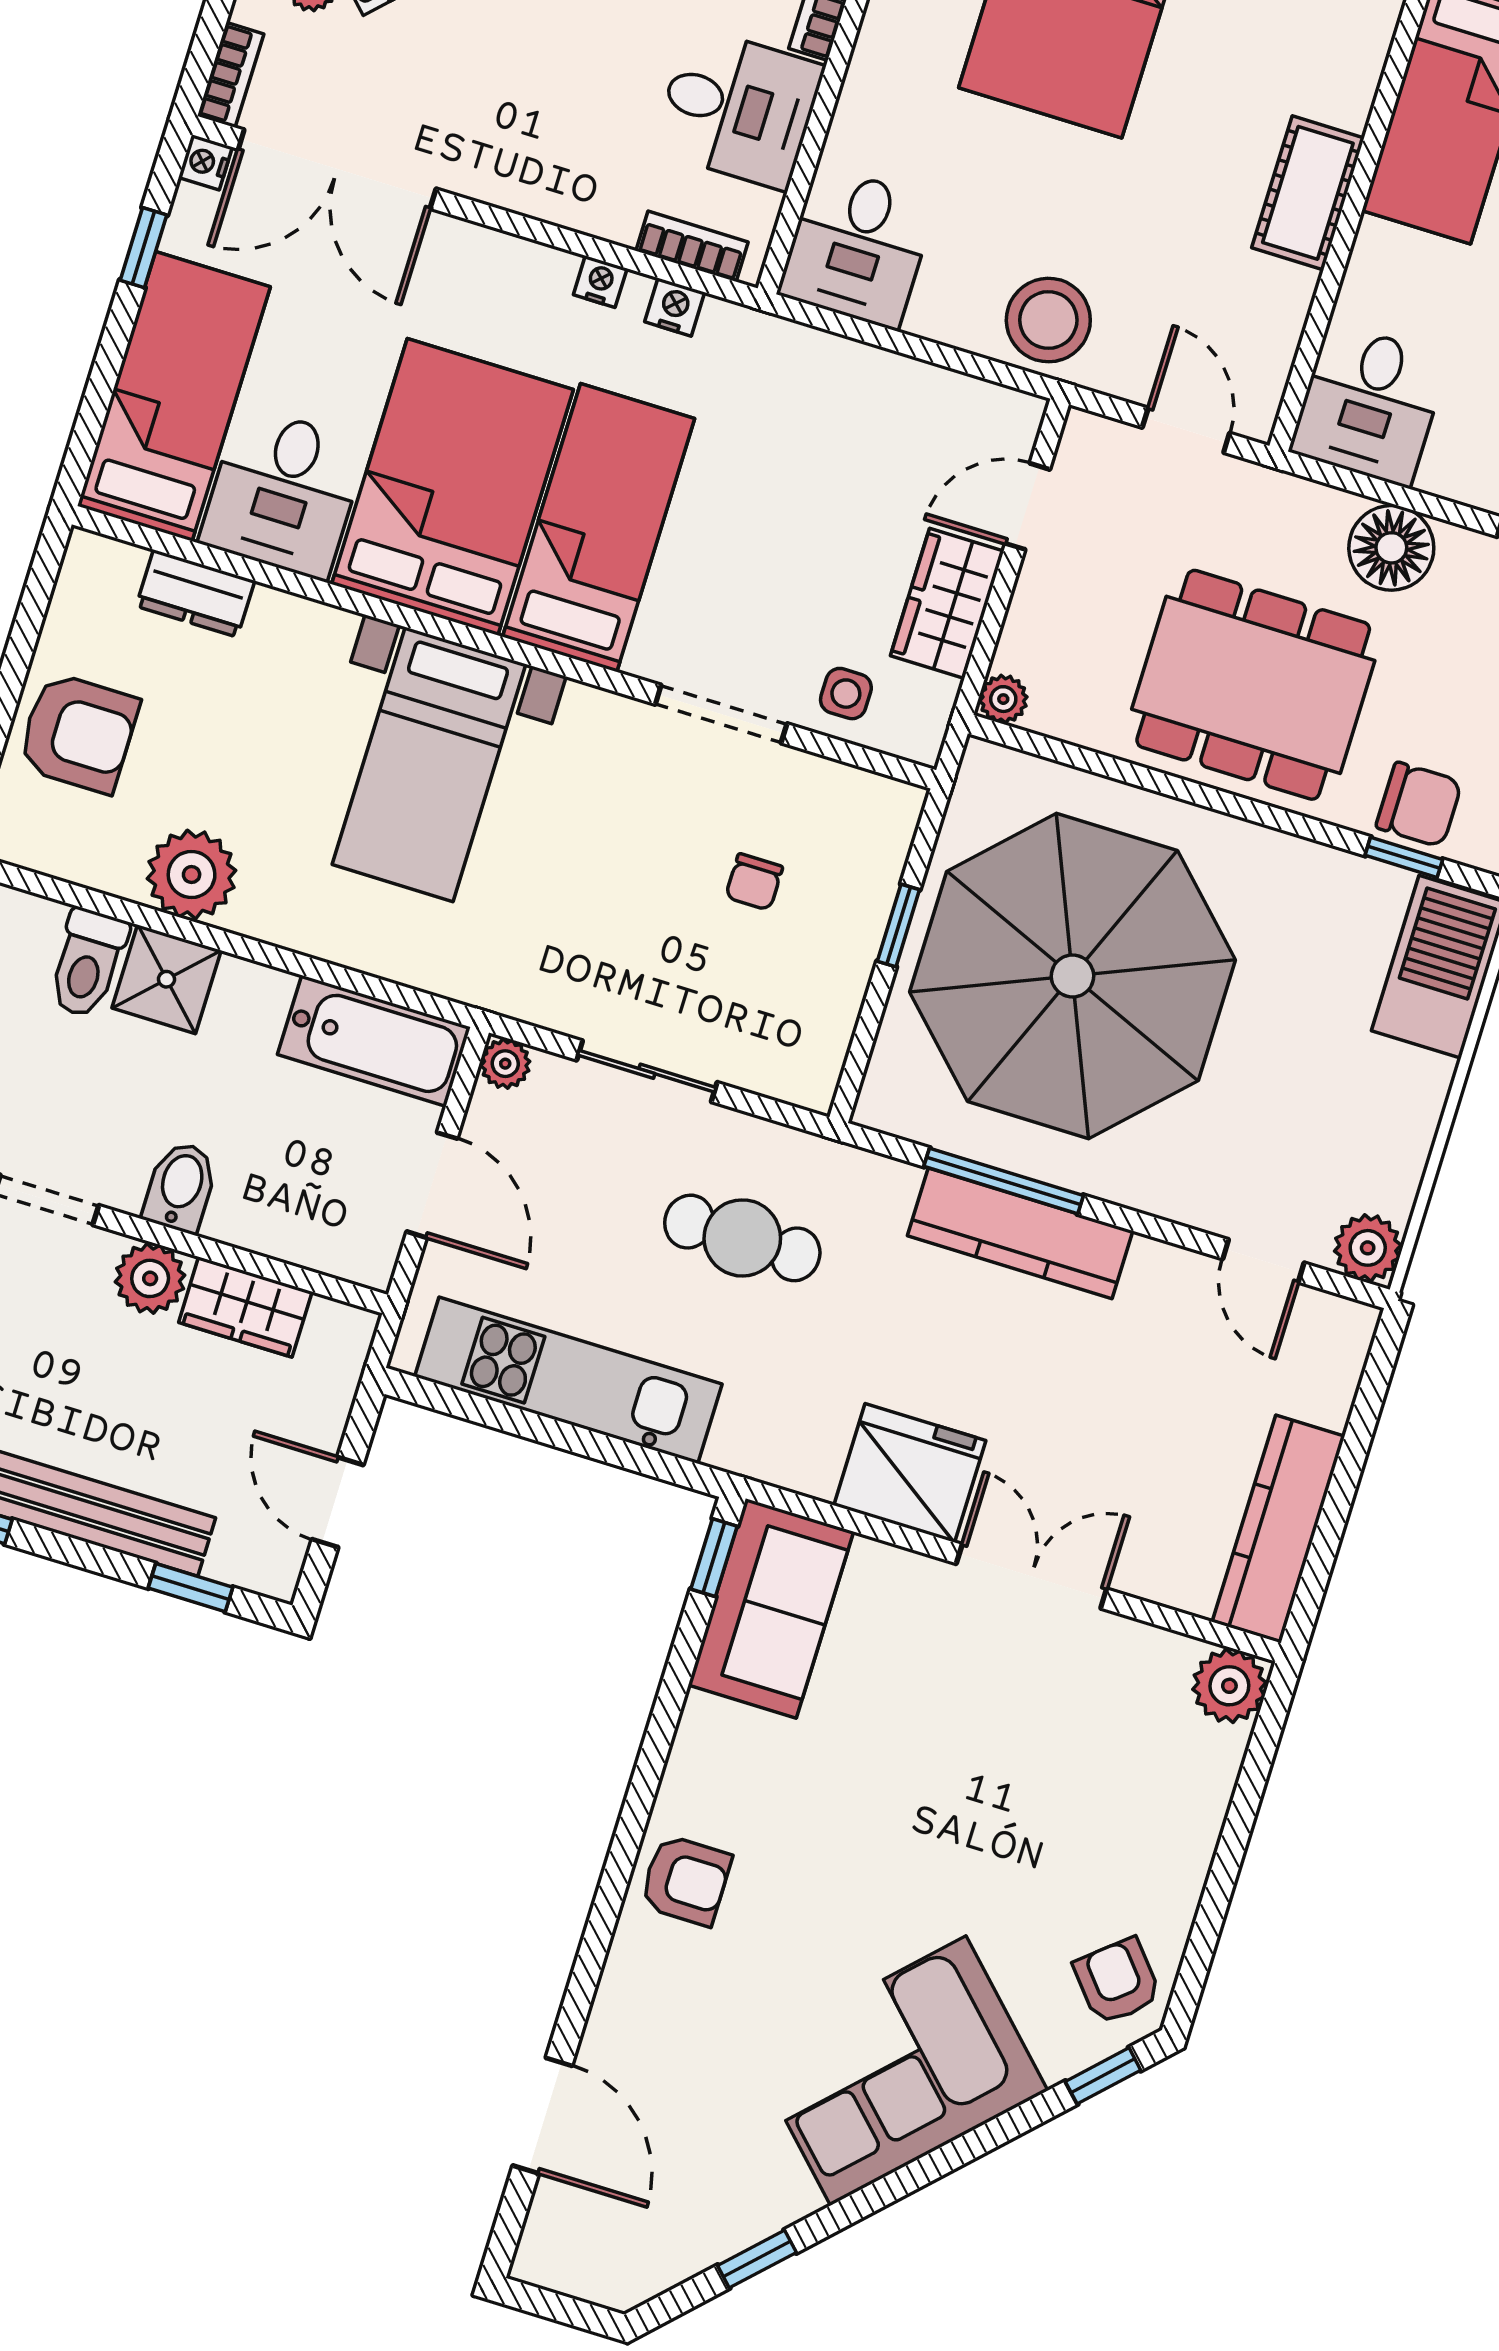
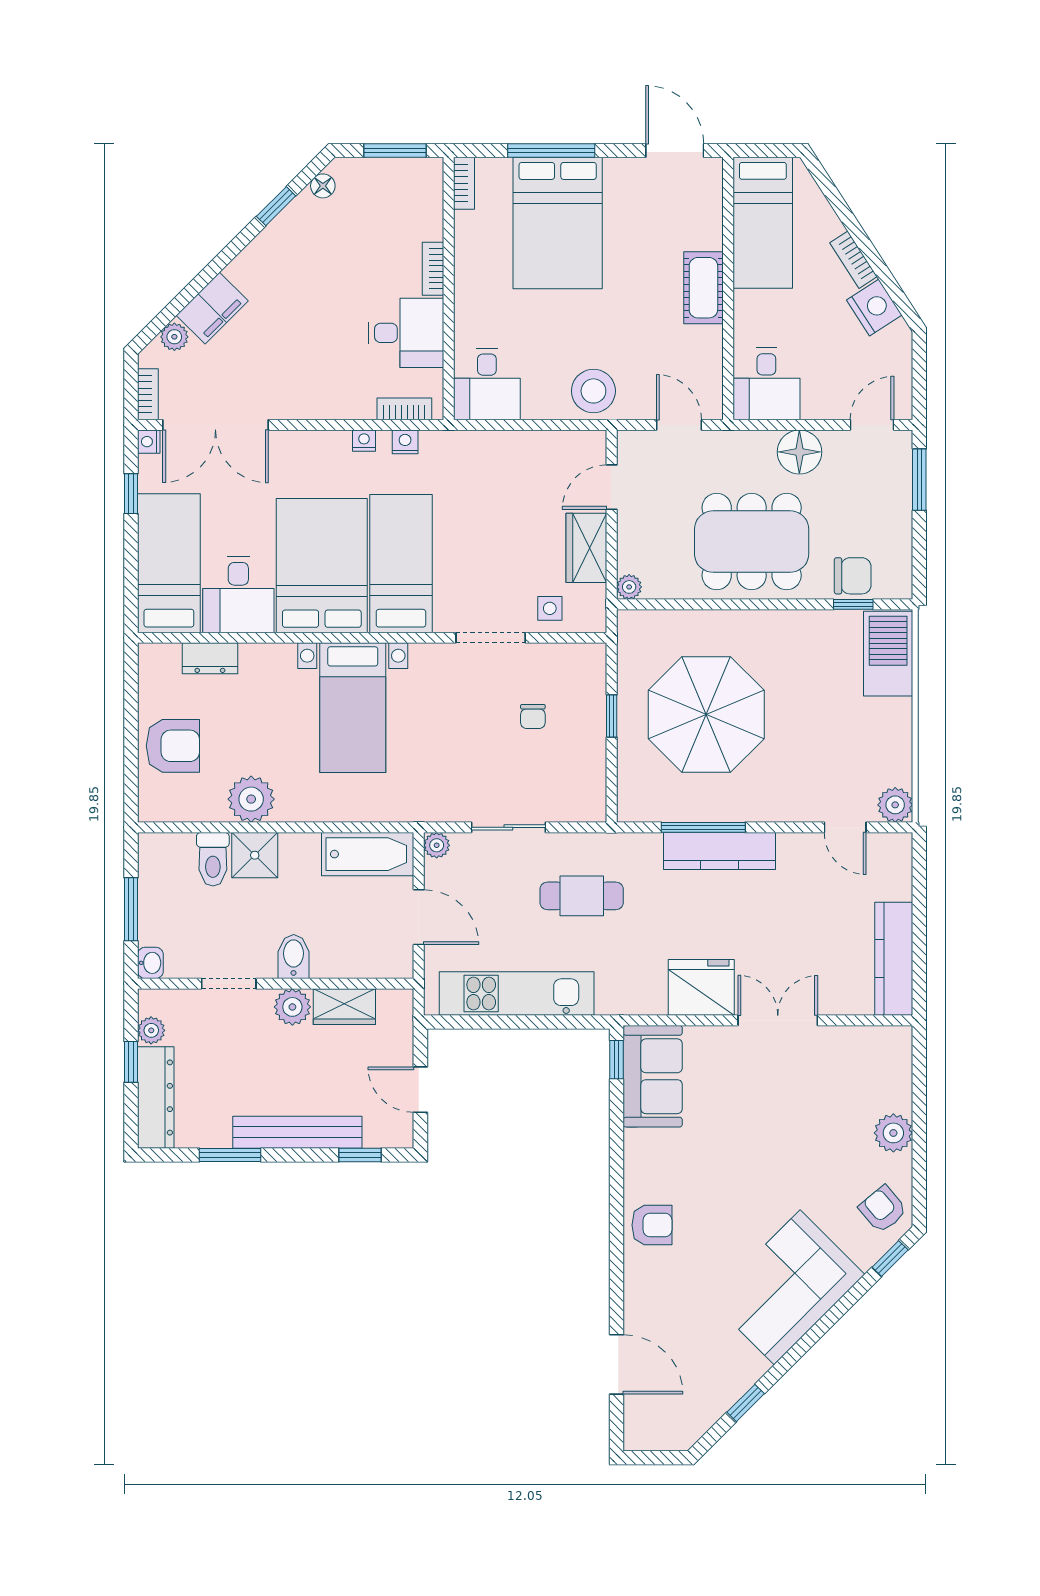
parasol: (1072, 976) -> (706, 715), width x0.73, depth x0.73
plant: (1229, 1686) -> (893, 1133), moved

